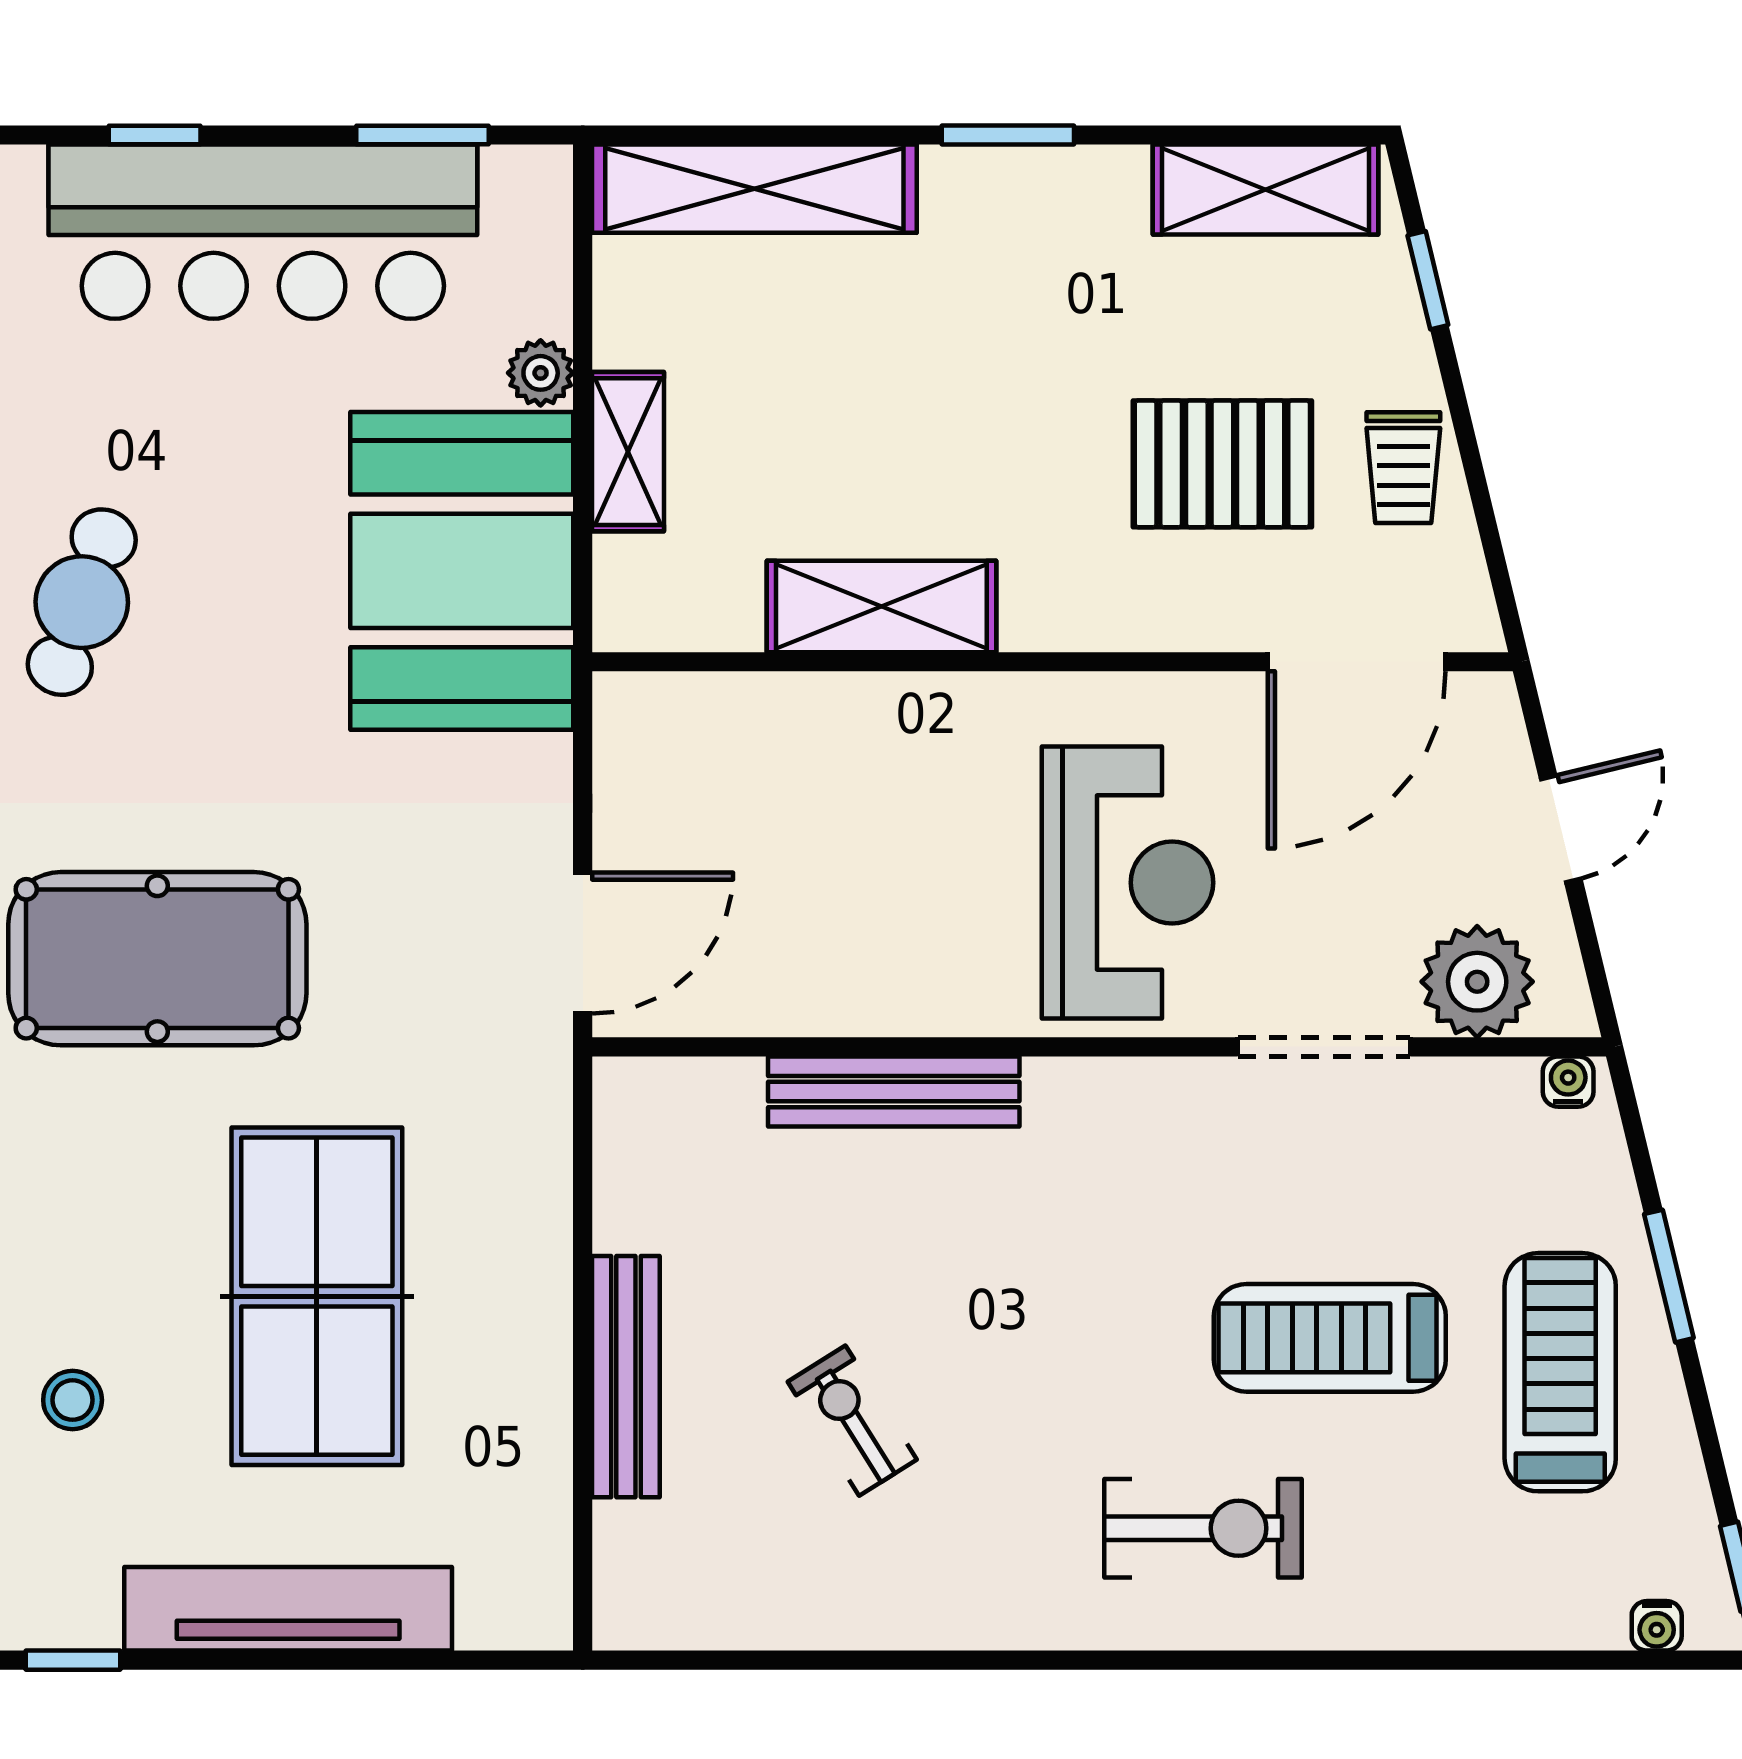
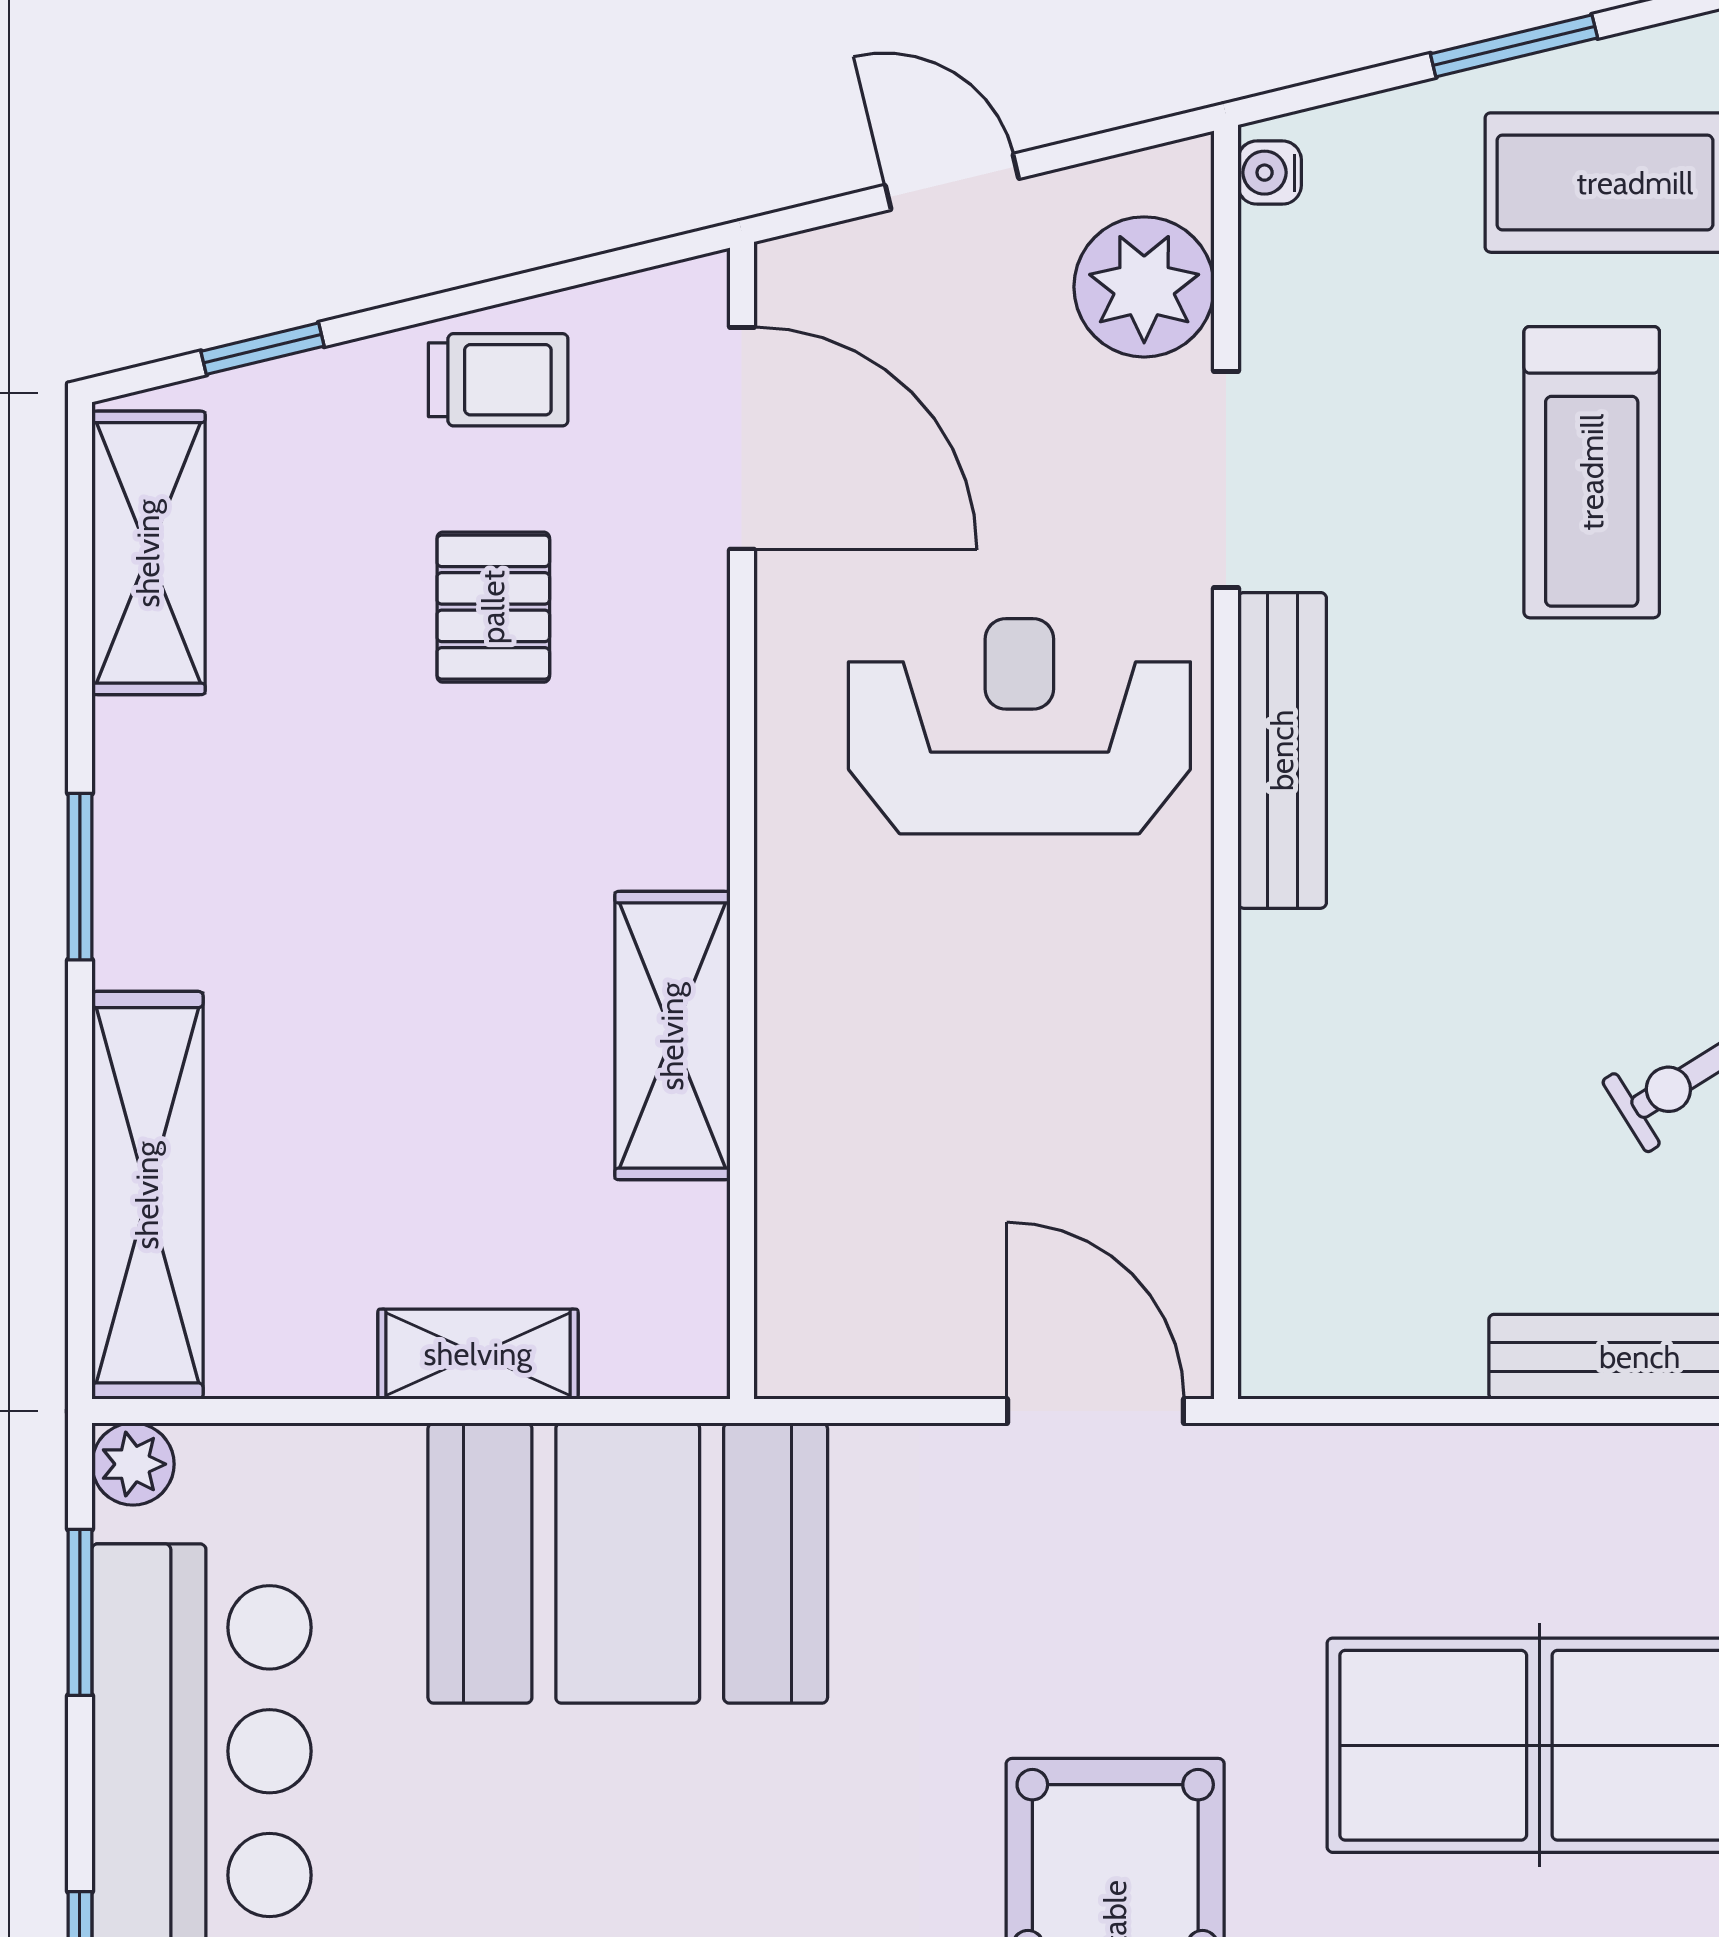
plant: (541, 373) -> (133, 1464), moved
pallet: (1222, 464) -> (493, 607), width x0.67, depth x0.71
bench: (894, 1092) -> (1282, 750), moved

